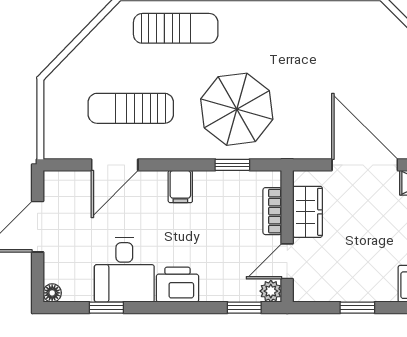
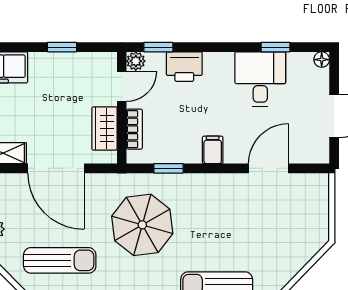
sun lounger: (131, 108) -> (60, 260), moved
parasol: (237, 109) -> (142, 225), moved
printer: (177, 285) -> (184, 67), moved

